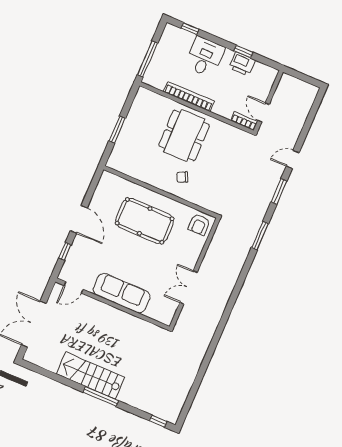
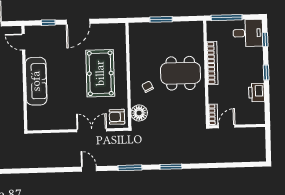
window: (243, 52) -> (266, 73), moved
desk: (205, 57) -> (248, 33), moved
door: (293, 159) -> (89, 169), moved
floor lamp: (206, 199) -> (139, 113), added
double door: (188, 287) -> (92, 130), moved

